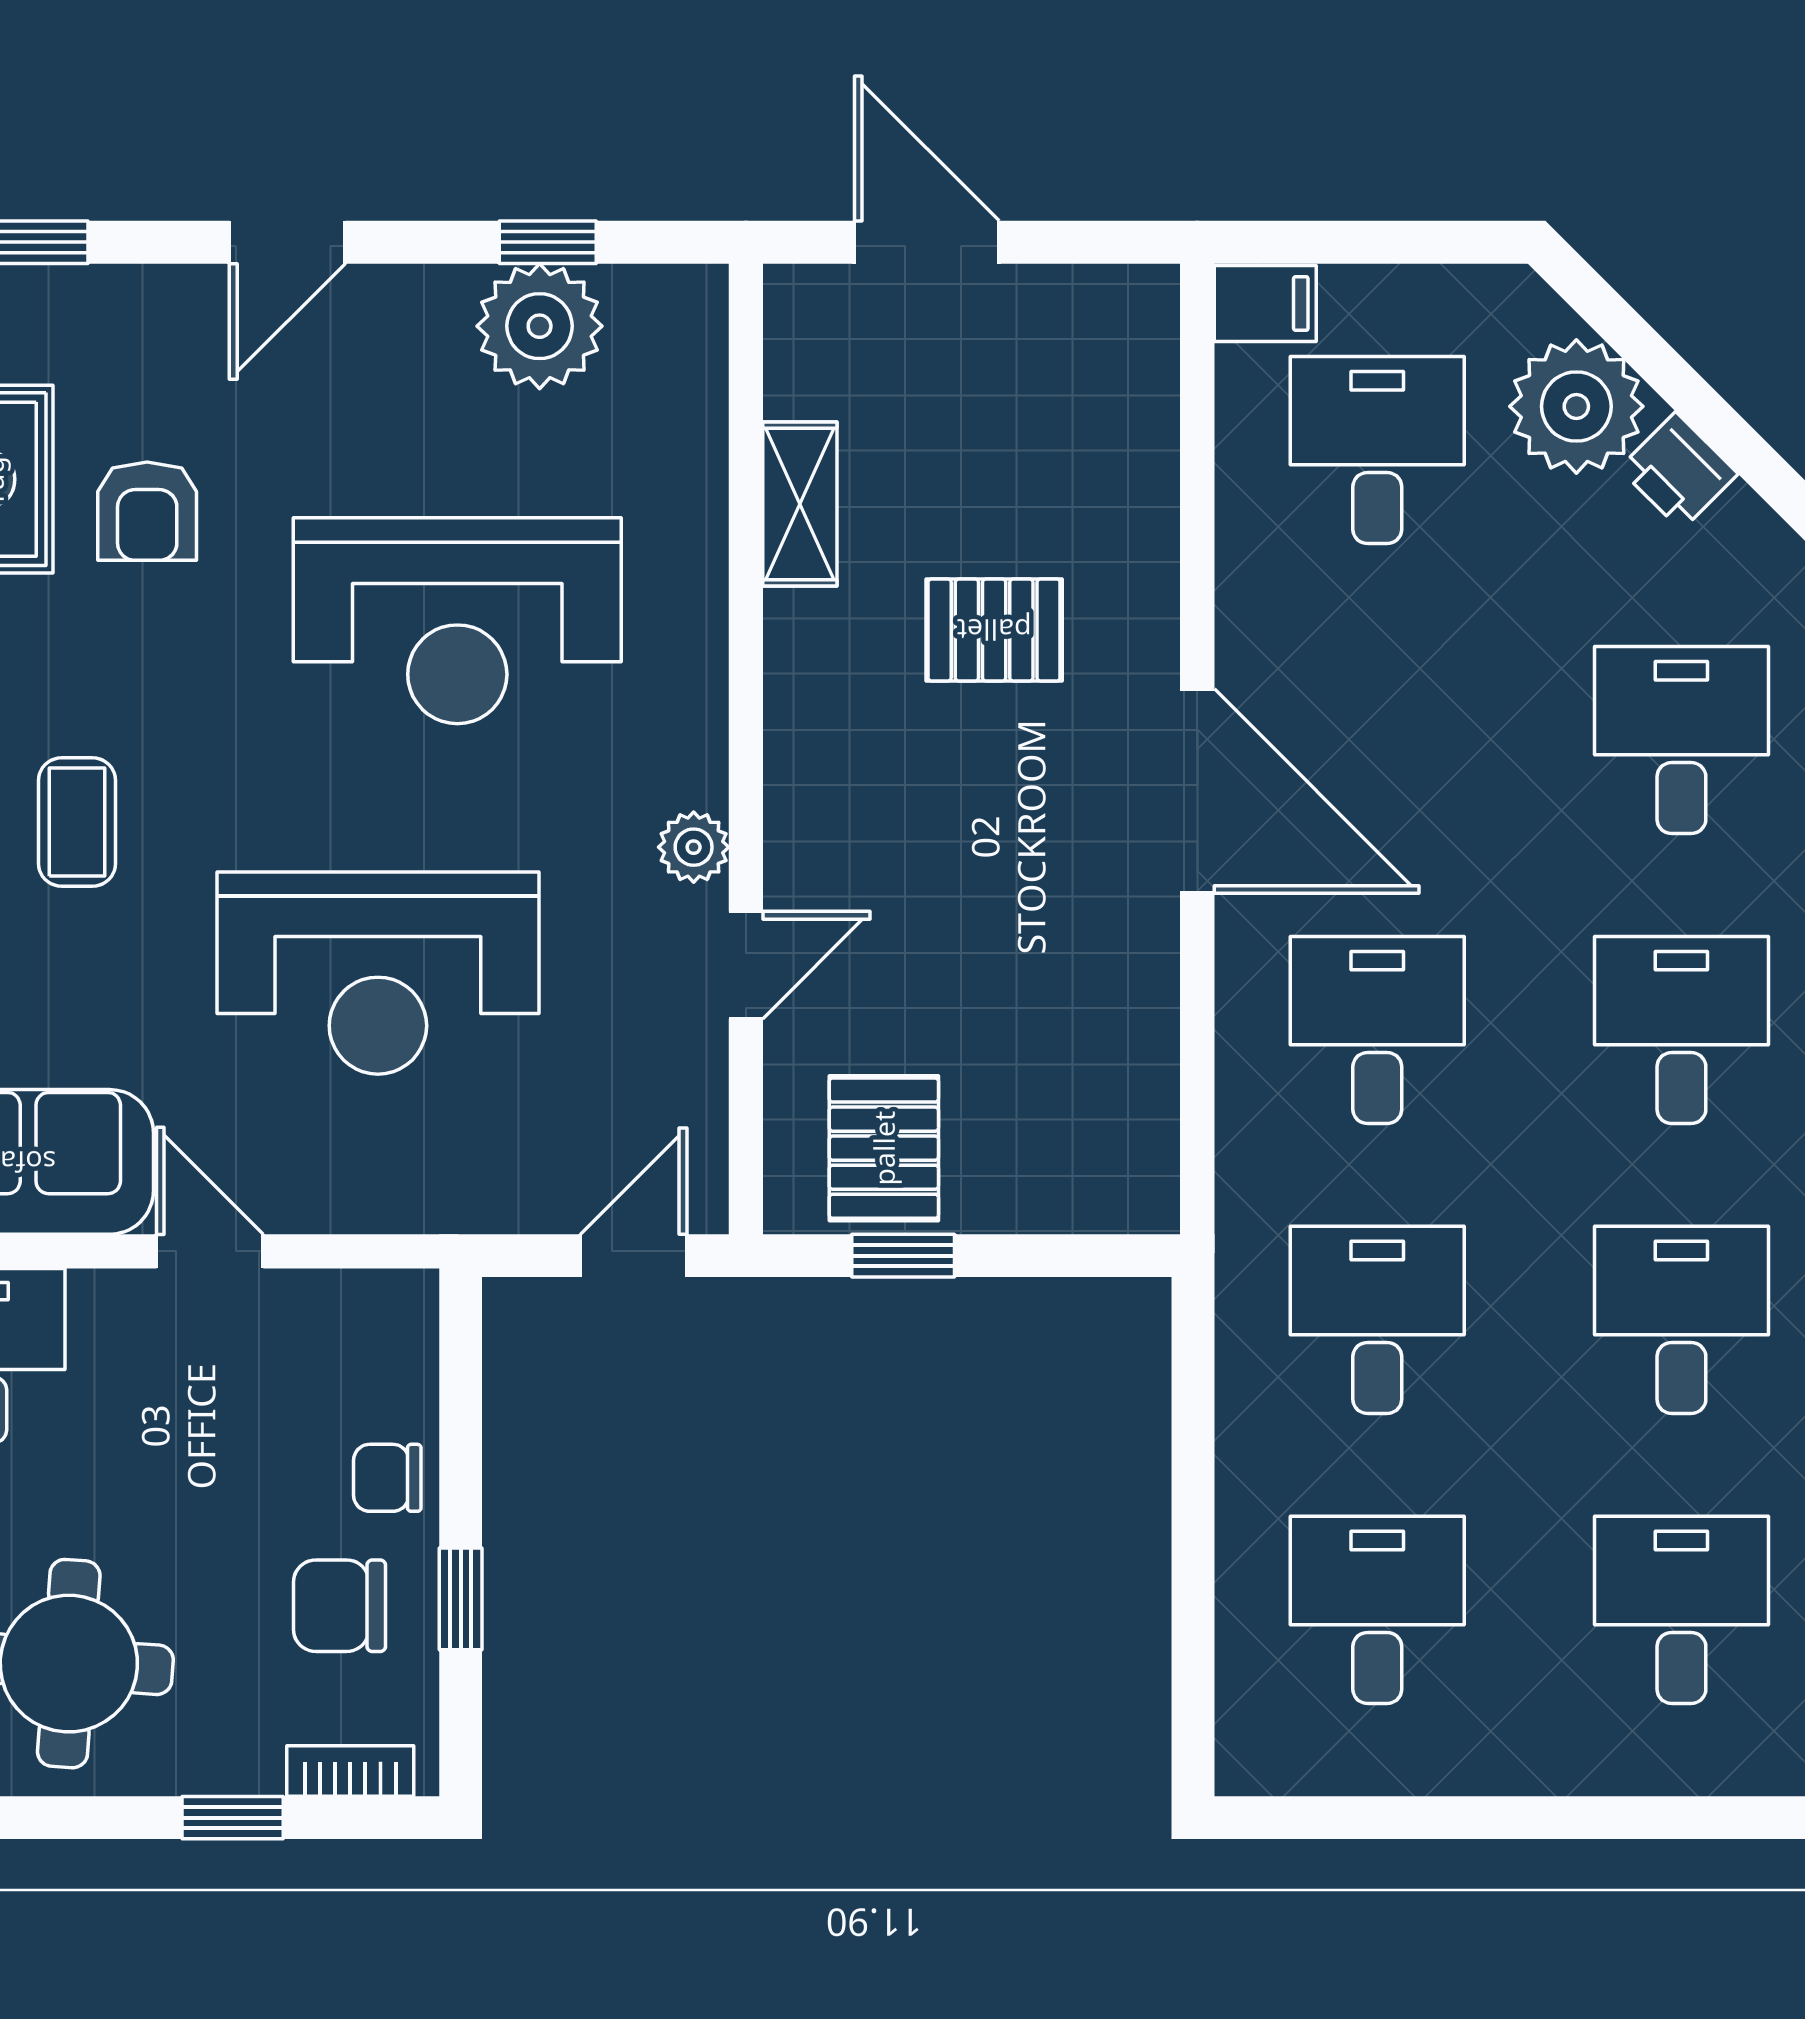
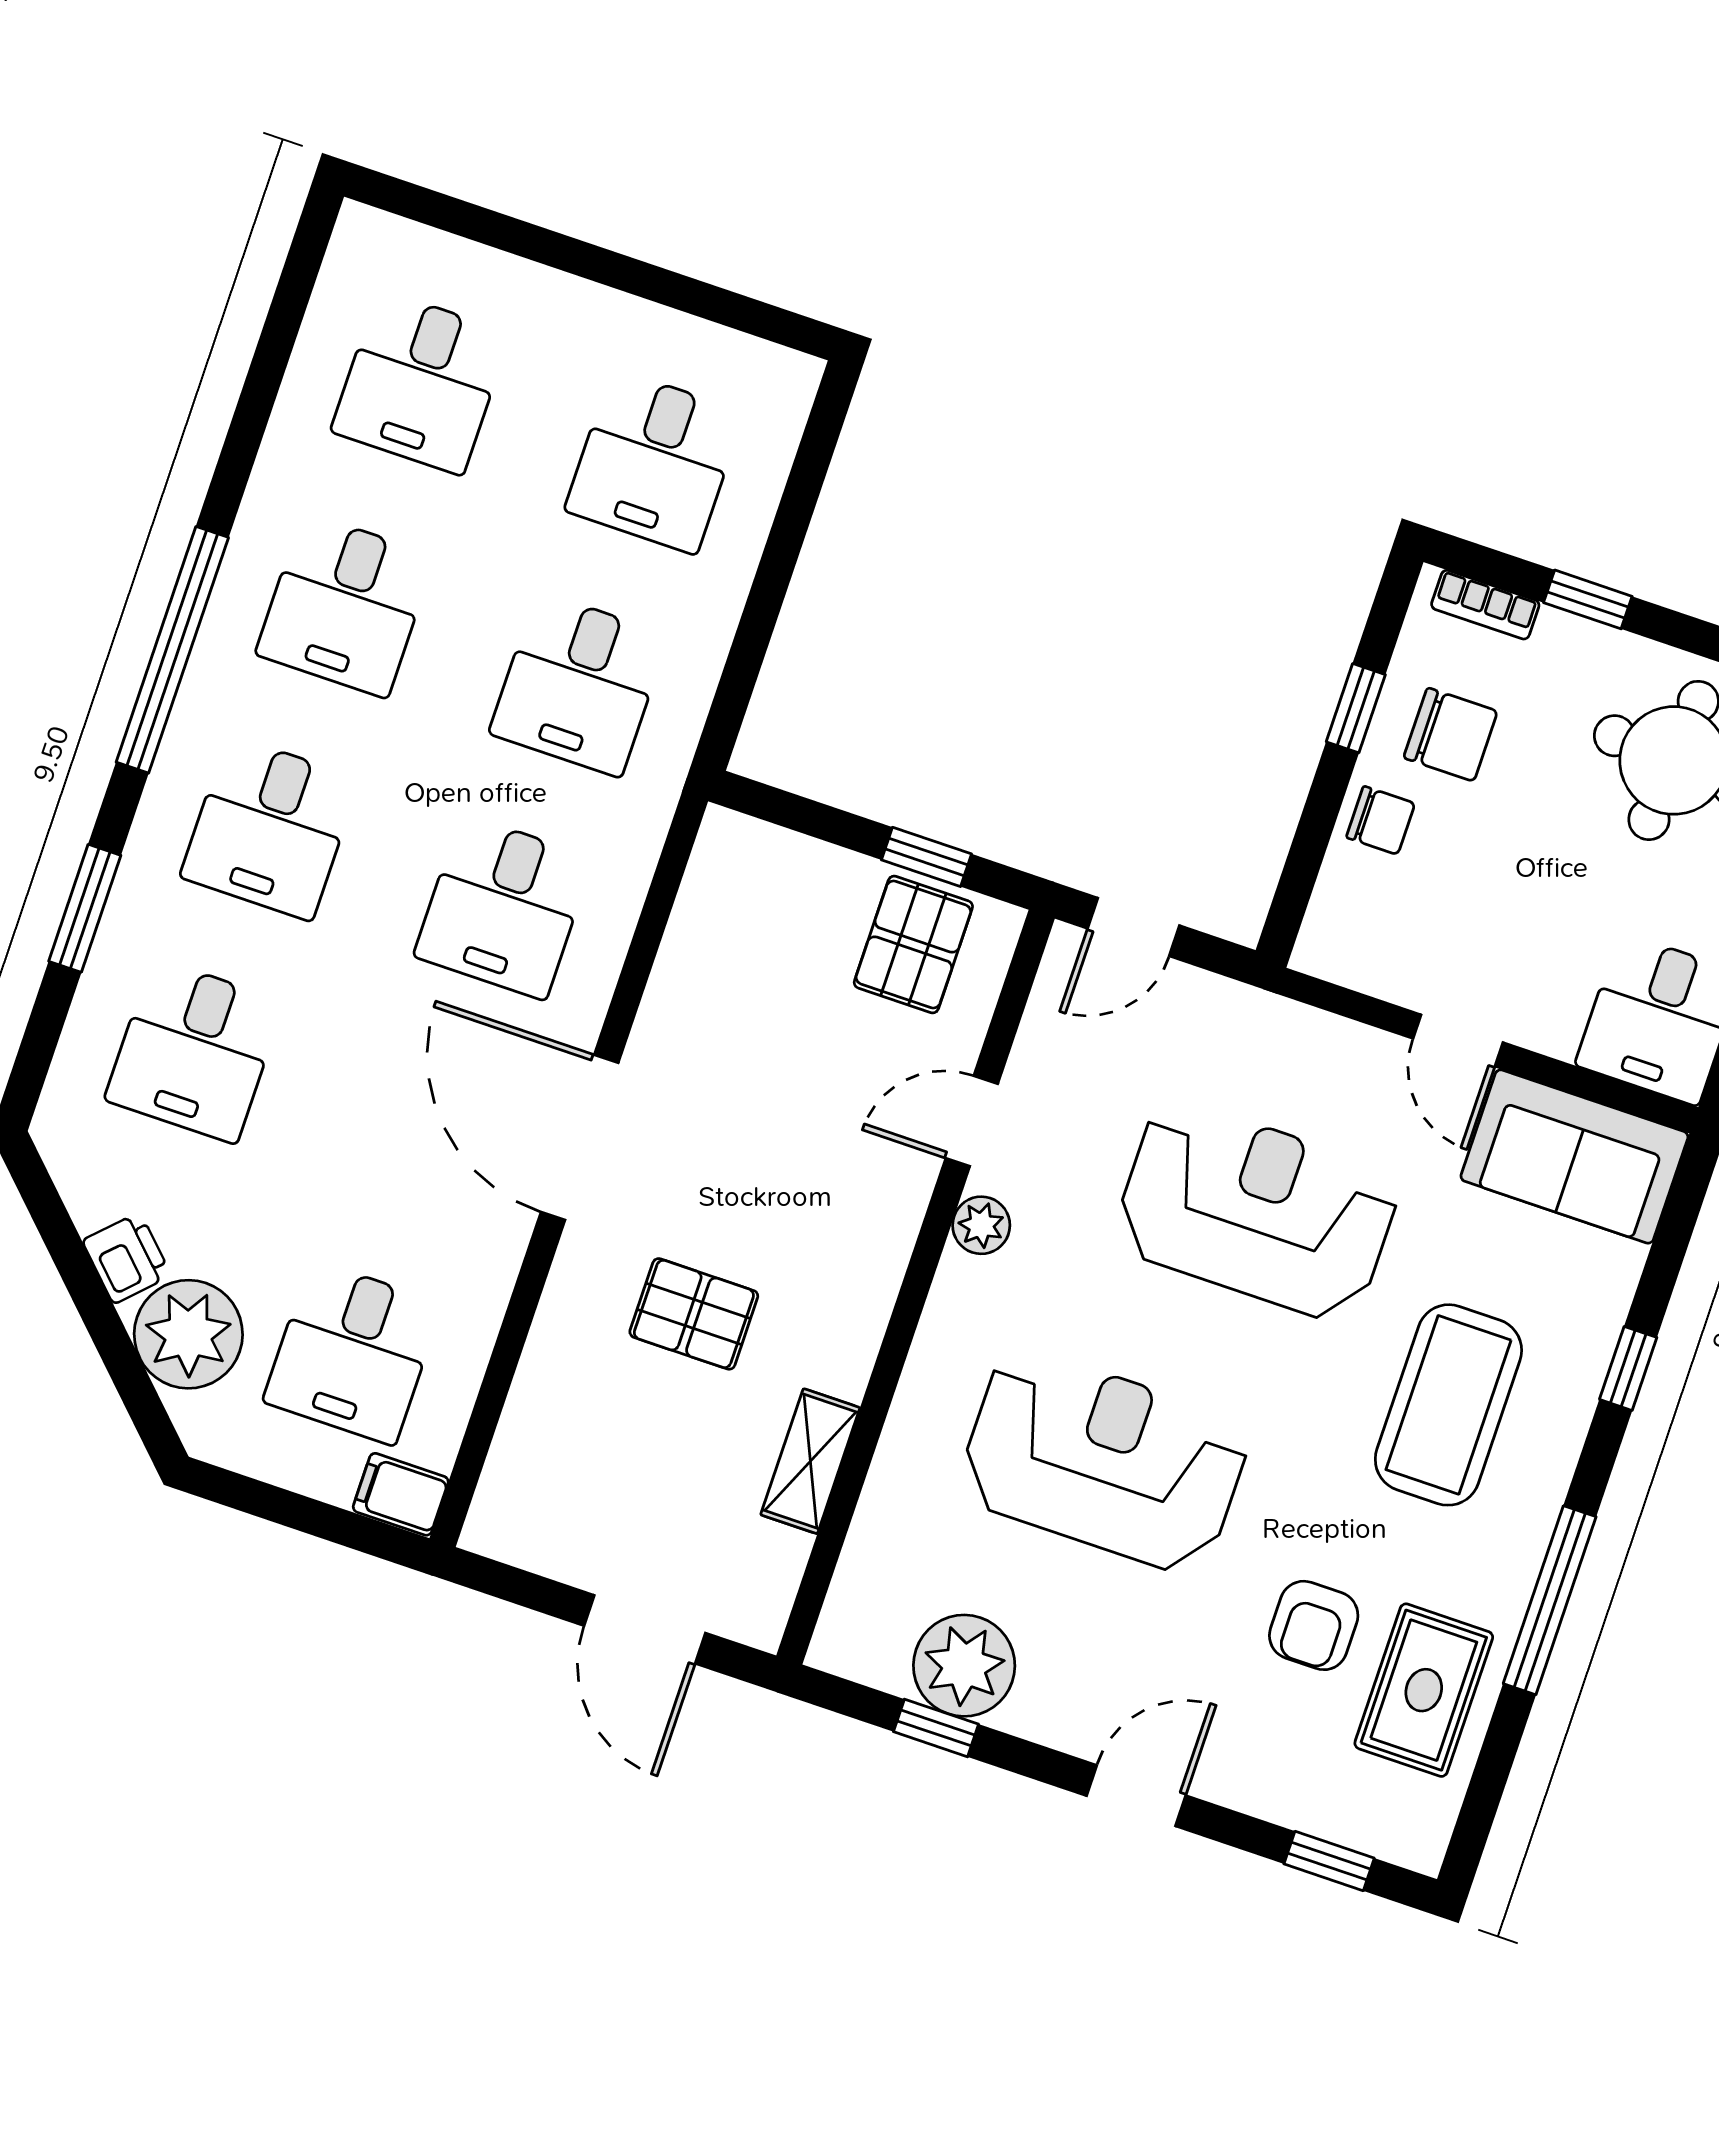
armchair: (147, 511) -> (1314, 1625), turned 180
coffee table: (77, 822) -> (1448, 1405), width x1.86, depth x1.72

